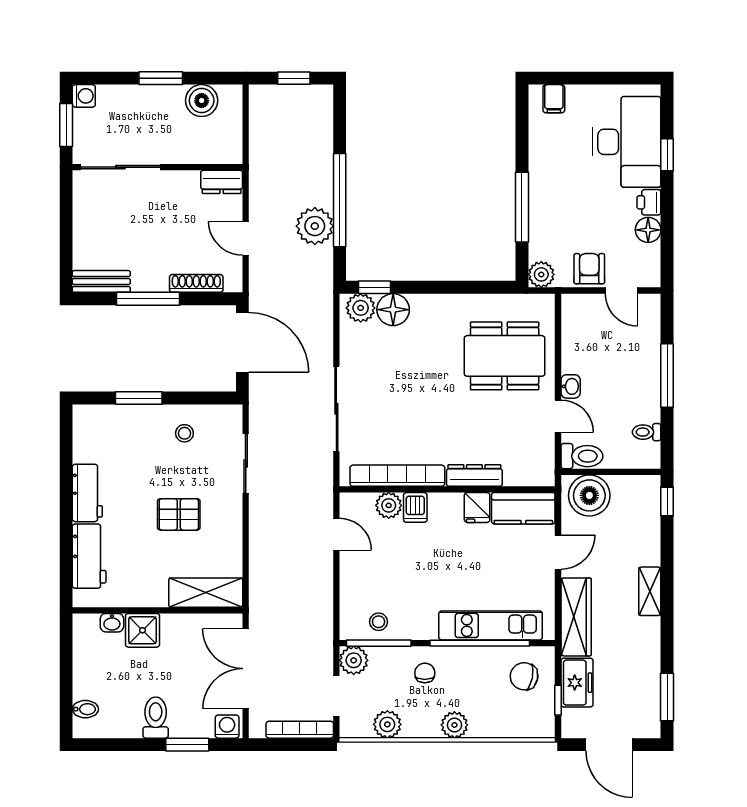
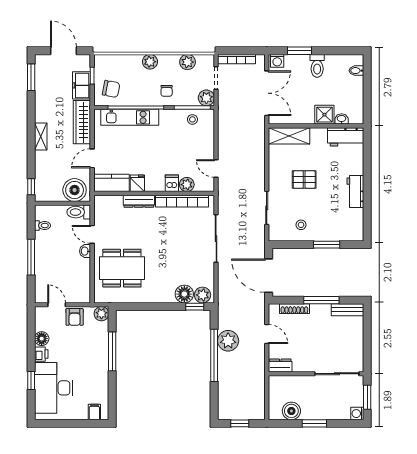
workbench: (89, 556) -> (346, 137), moved, turned -90

